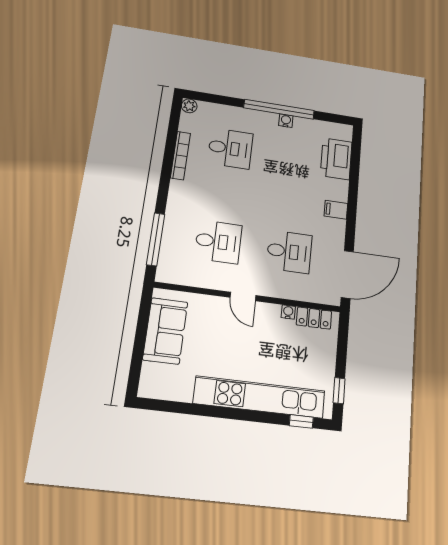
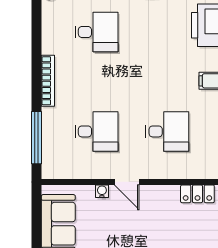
bookcase: (180, 155) -> (48, 81), moved
water cooler: (288, 312) -> (102, 191), moved

